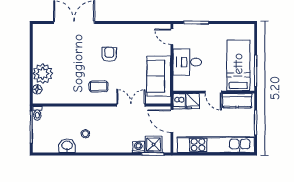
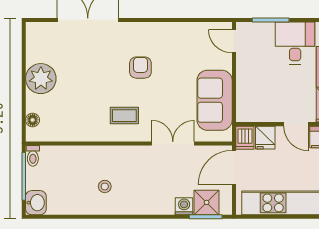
desk: (187, 62) -> (295, 43), moved, turned 90
plant: (43, 74) -> (41, 79), moved
door: (172, 121) -> (234, 167), hinge flipped
washbasin: (67, 146) -> (36, 203), moved, turned 90

